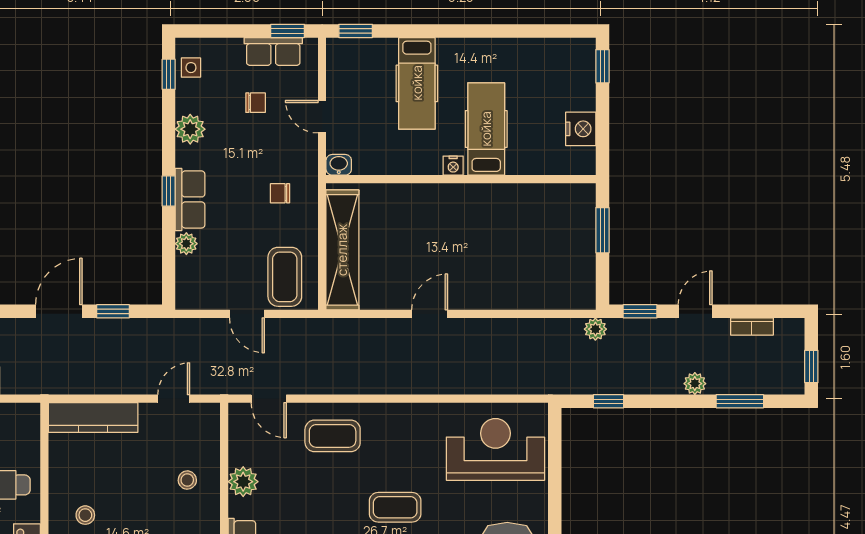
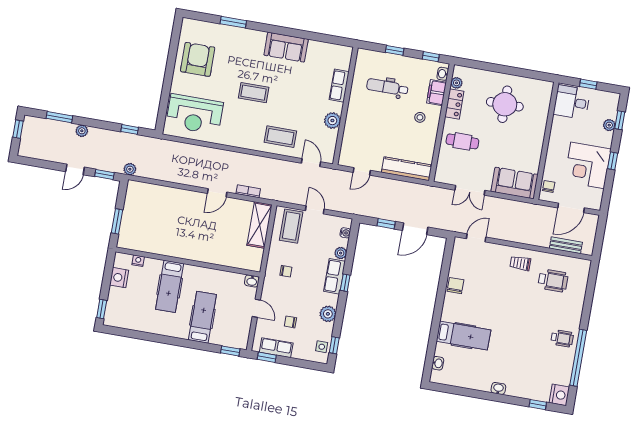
nightstand: (453, 166) -> (138, 261), moved
shelving: (342, 250) -> (260, 225), width x0.68
water cooler: (184, 282) -> (345, 233), added
bookcase: (752, 326) -> (248, 191), moved
stool: (187, 480) -> (362, 127), removed

